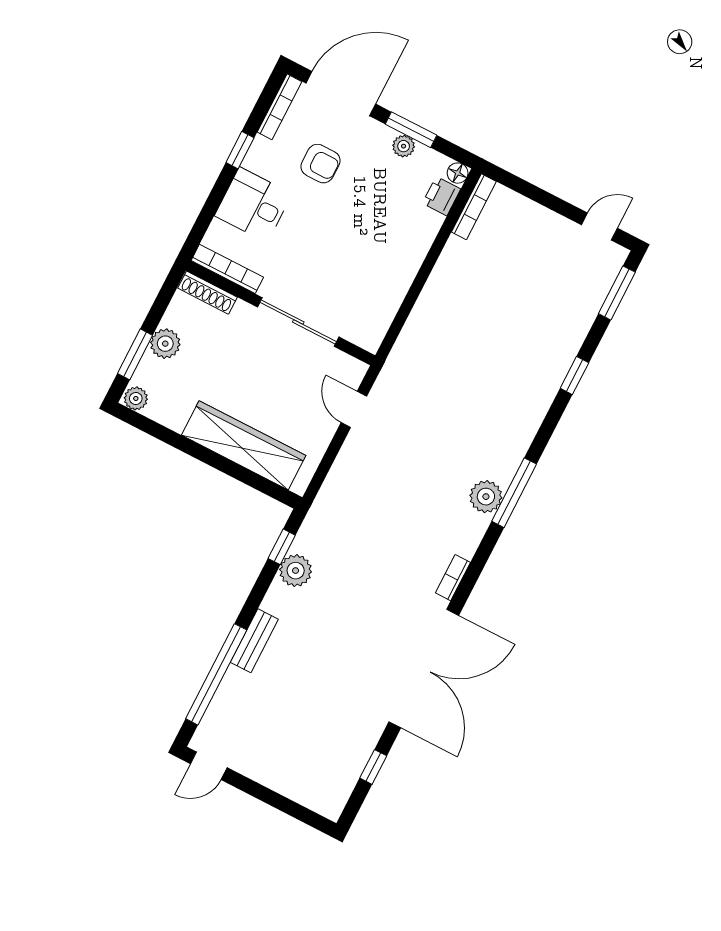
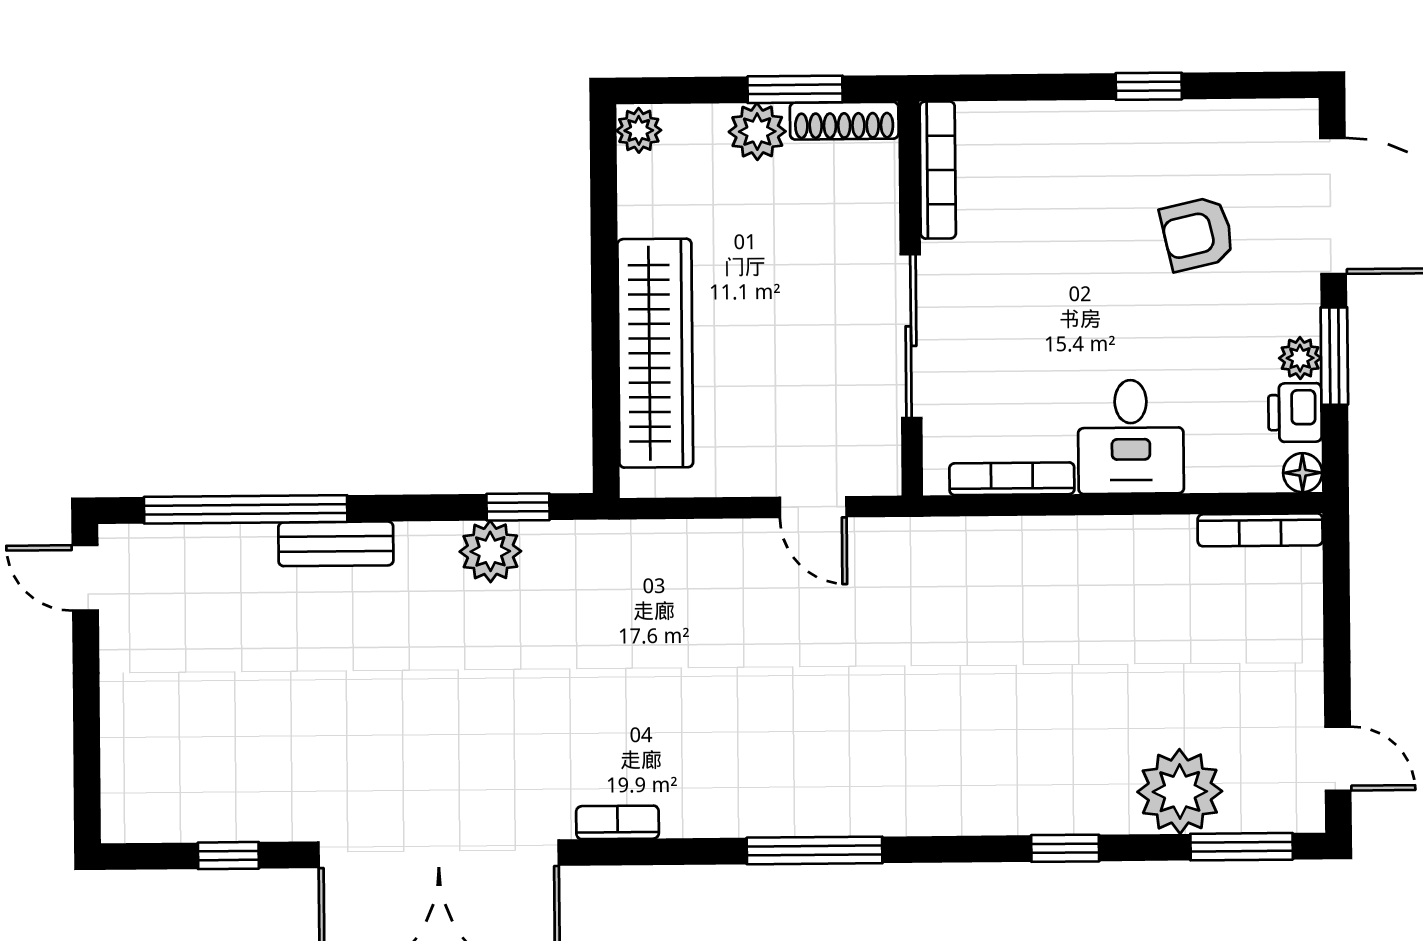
bookcase: (280, 107) -> (1012, 479), moved, turned 180
armchair: (321, 164) -> (1197, 234), turned 77
printer: (442, 196) -> (1295, 413), moved, turned -90
desk: (253, 205) -> (1131, 437), moved, turned 180
shoe rack: (207, 293) -> (844, 121), moved, turned -90
window: (135, 354) -> (795, 89), moved
door: (354, 409) -> (813, 507), swing flipped
plant: (486, 497) -> (1180, 792), moved, width x1.36, depth x1.36

